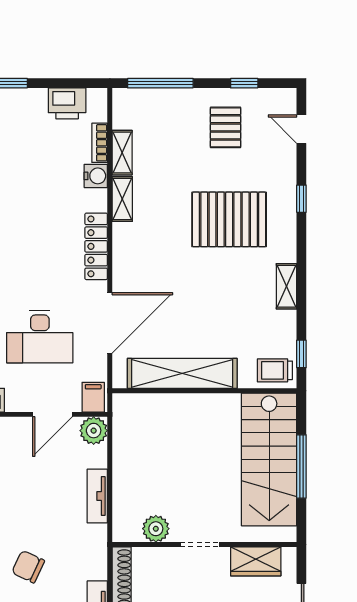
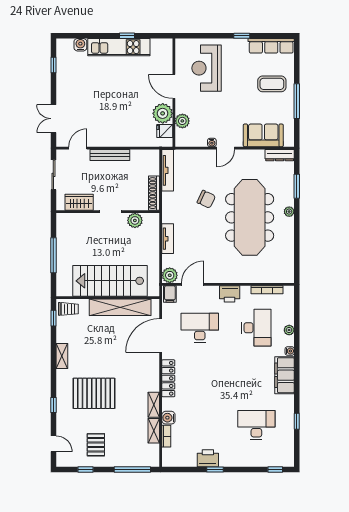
printer: (67, 103) -> (208, 458), moved
stairs: (269, 459) -> (110, 281), moved, turned -90

